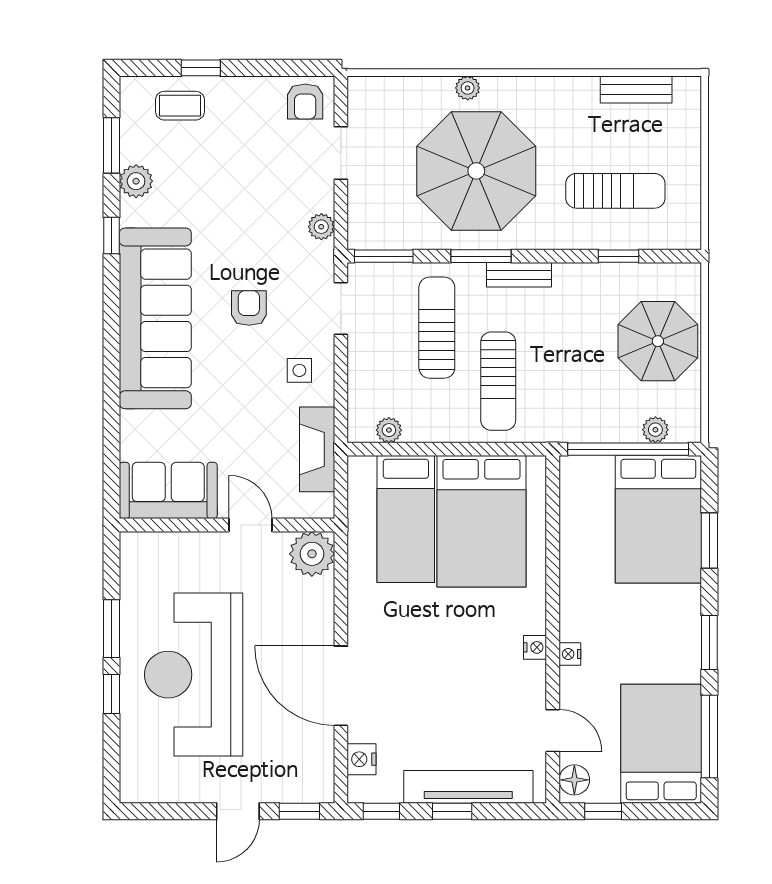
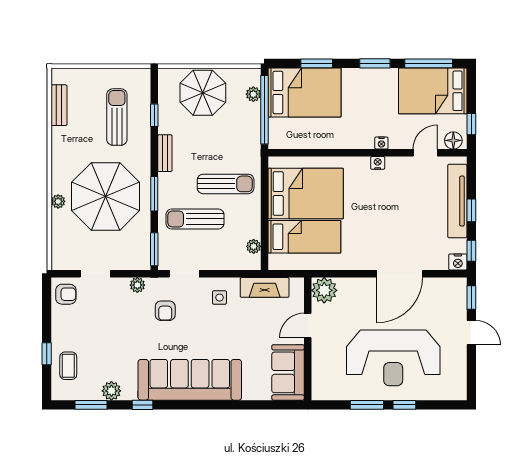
bench: (519, 275) -> (165, 153), moved
armchair: (249, 308) -> (165, 311), moved, turned -90
nightstand: (362, 759) -> (458, 262), moved

